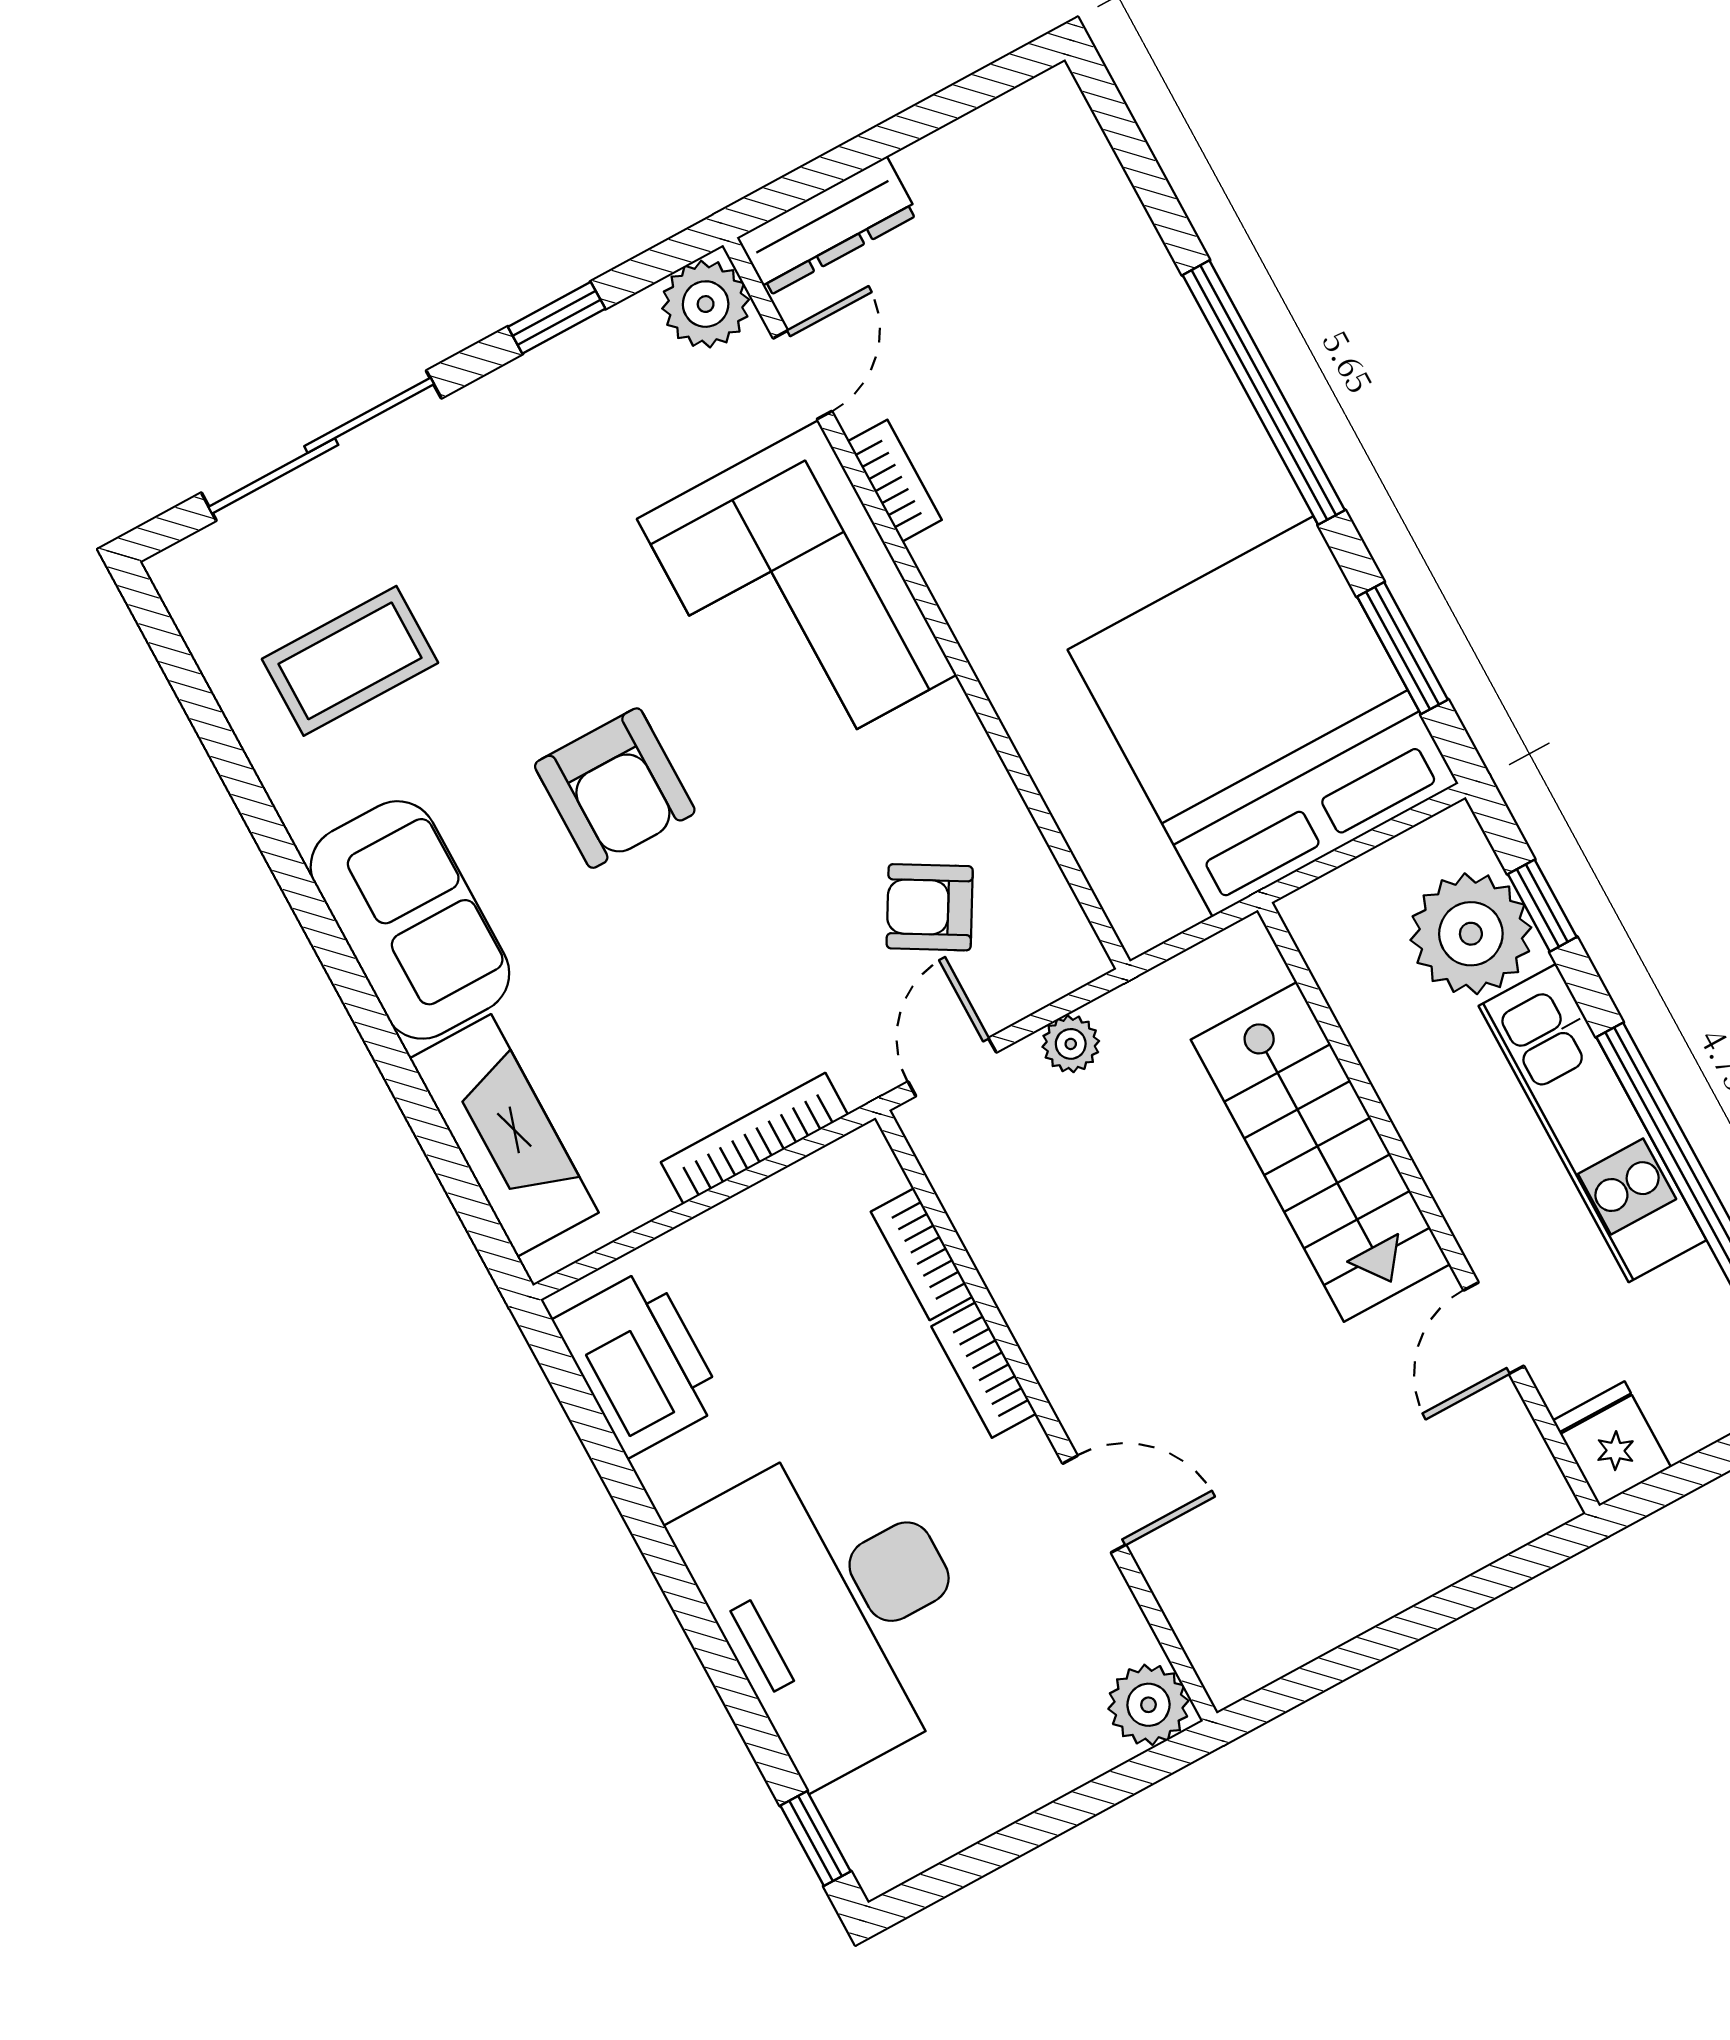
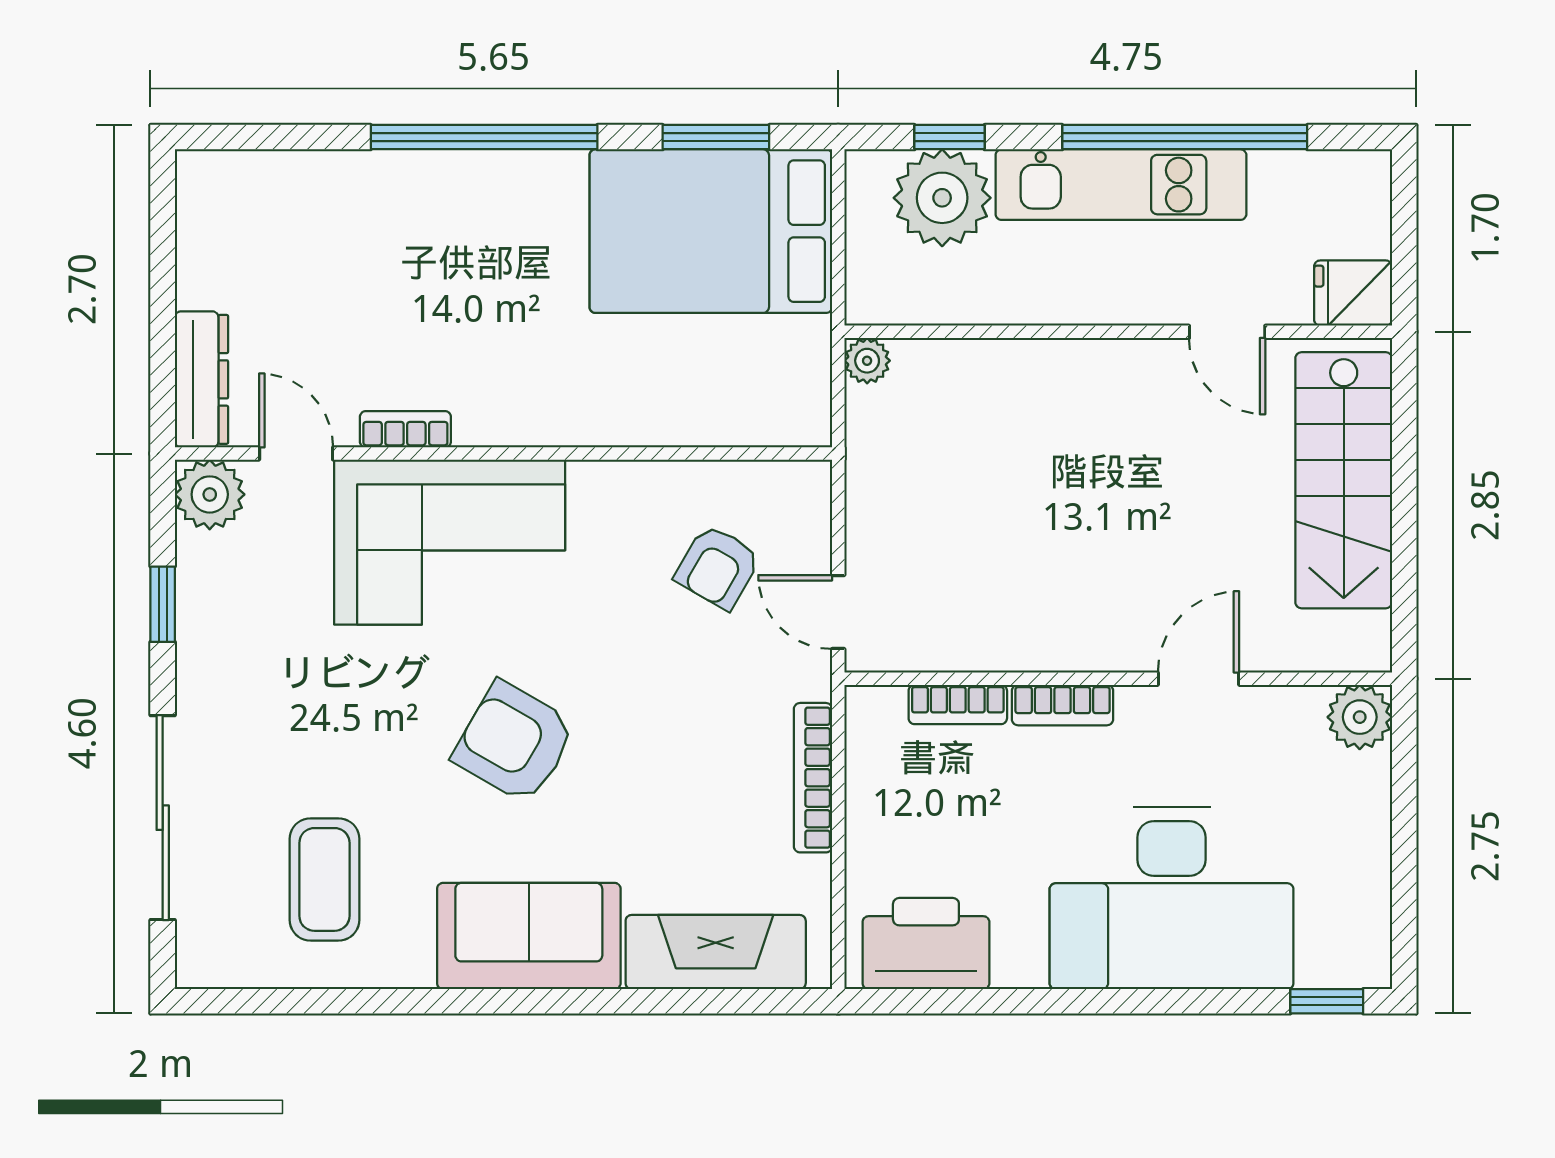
bed: (1263, 716) -> (711, 231), width x0.73
armchair: (615, 788) -> (514, 742), turned -150
plant: (1071, 1044) -> (867, 361), moved
stairs: (1320, 1152) -> (1344, 480), moved, turned 90

